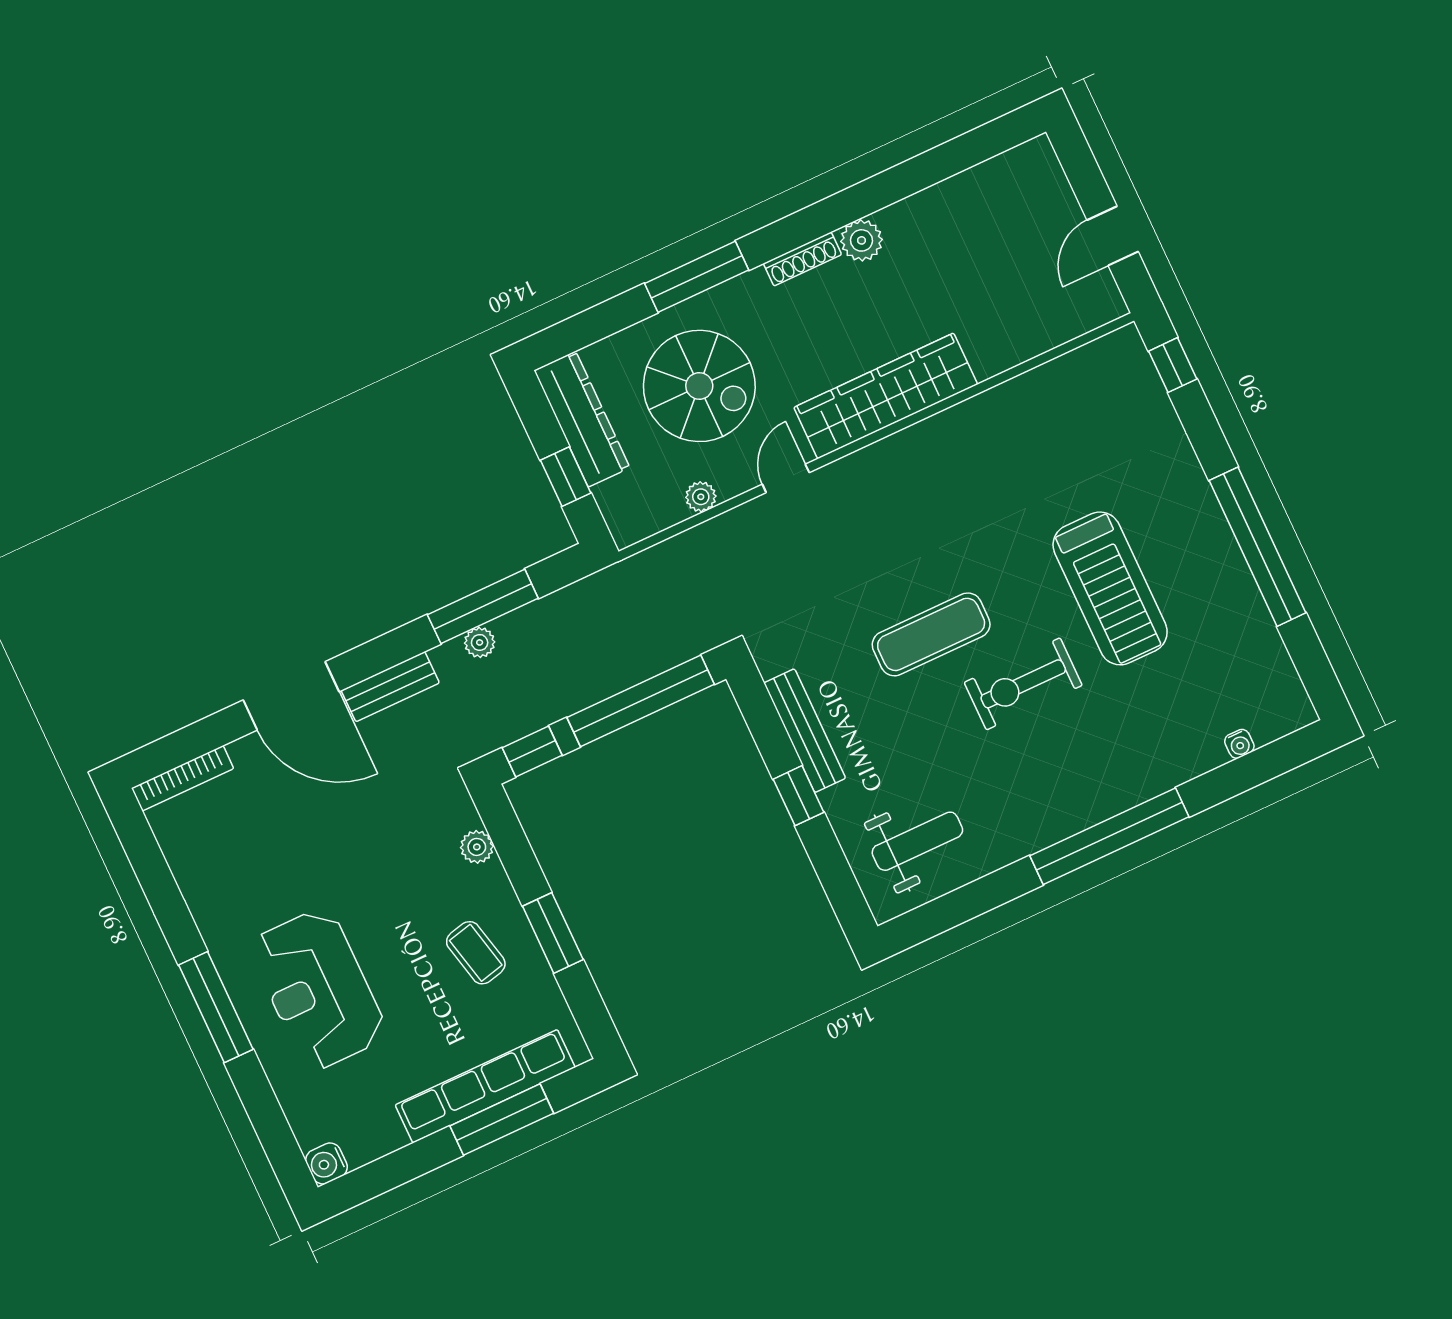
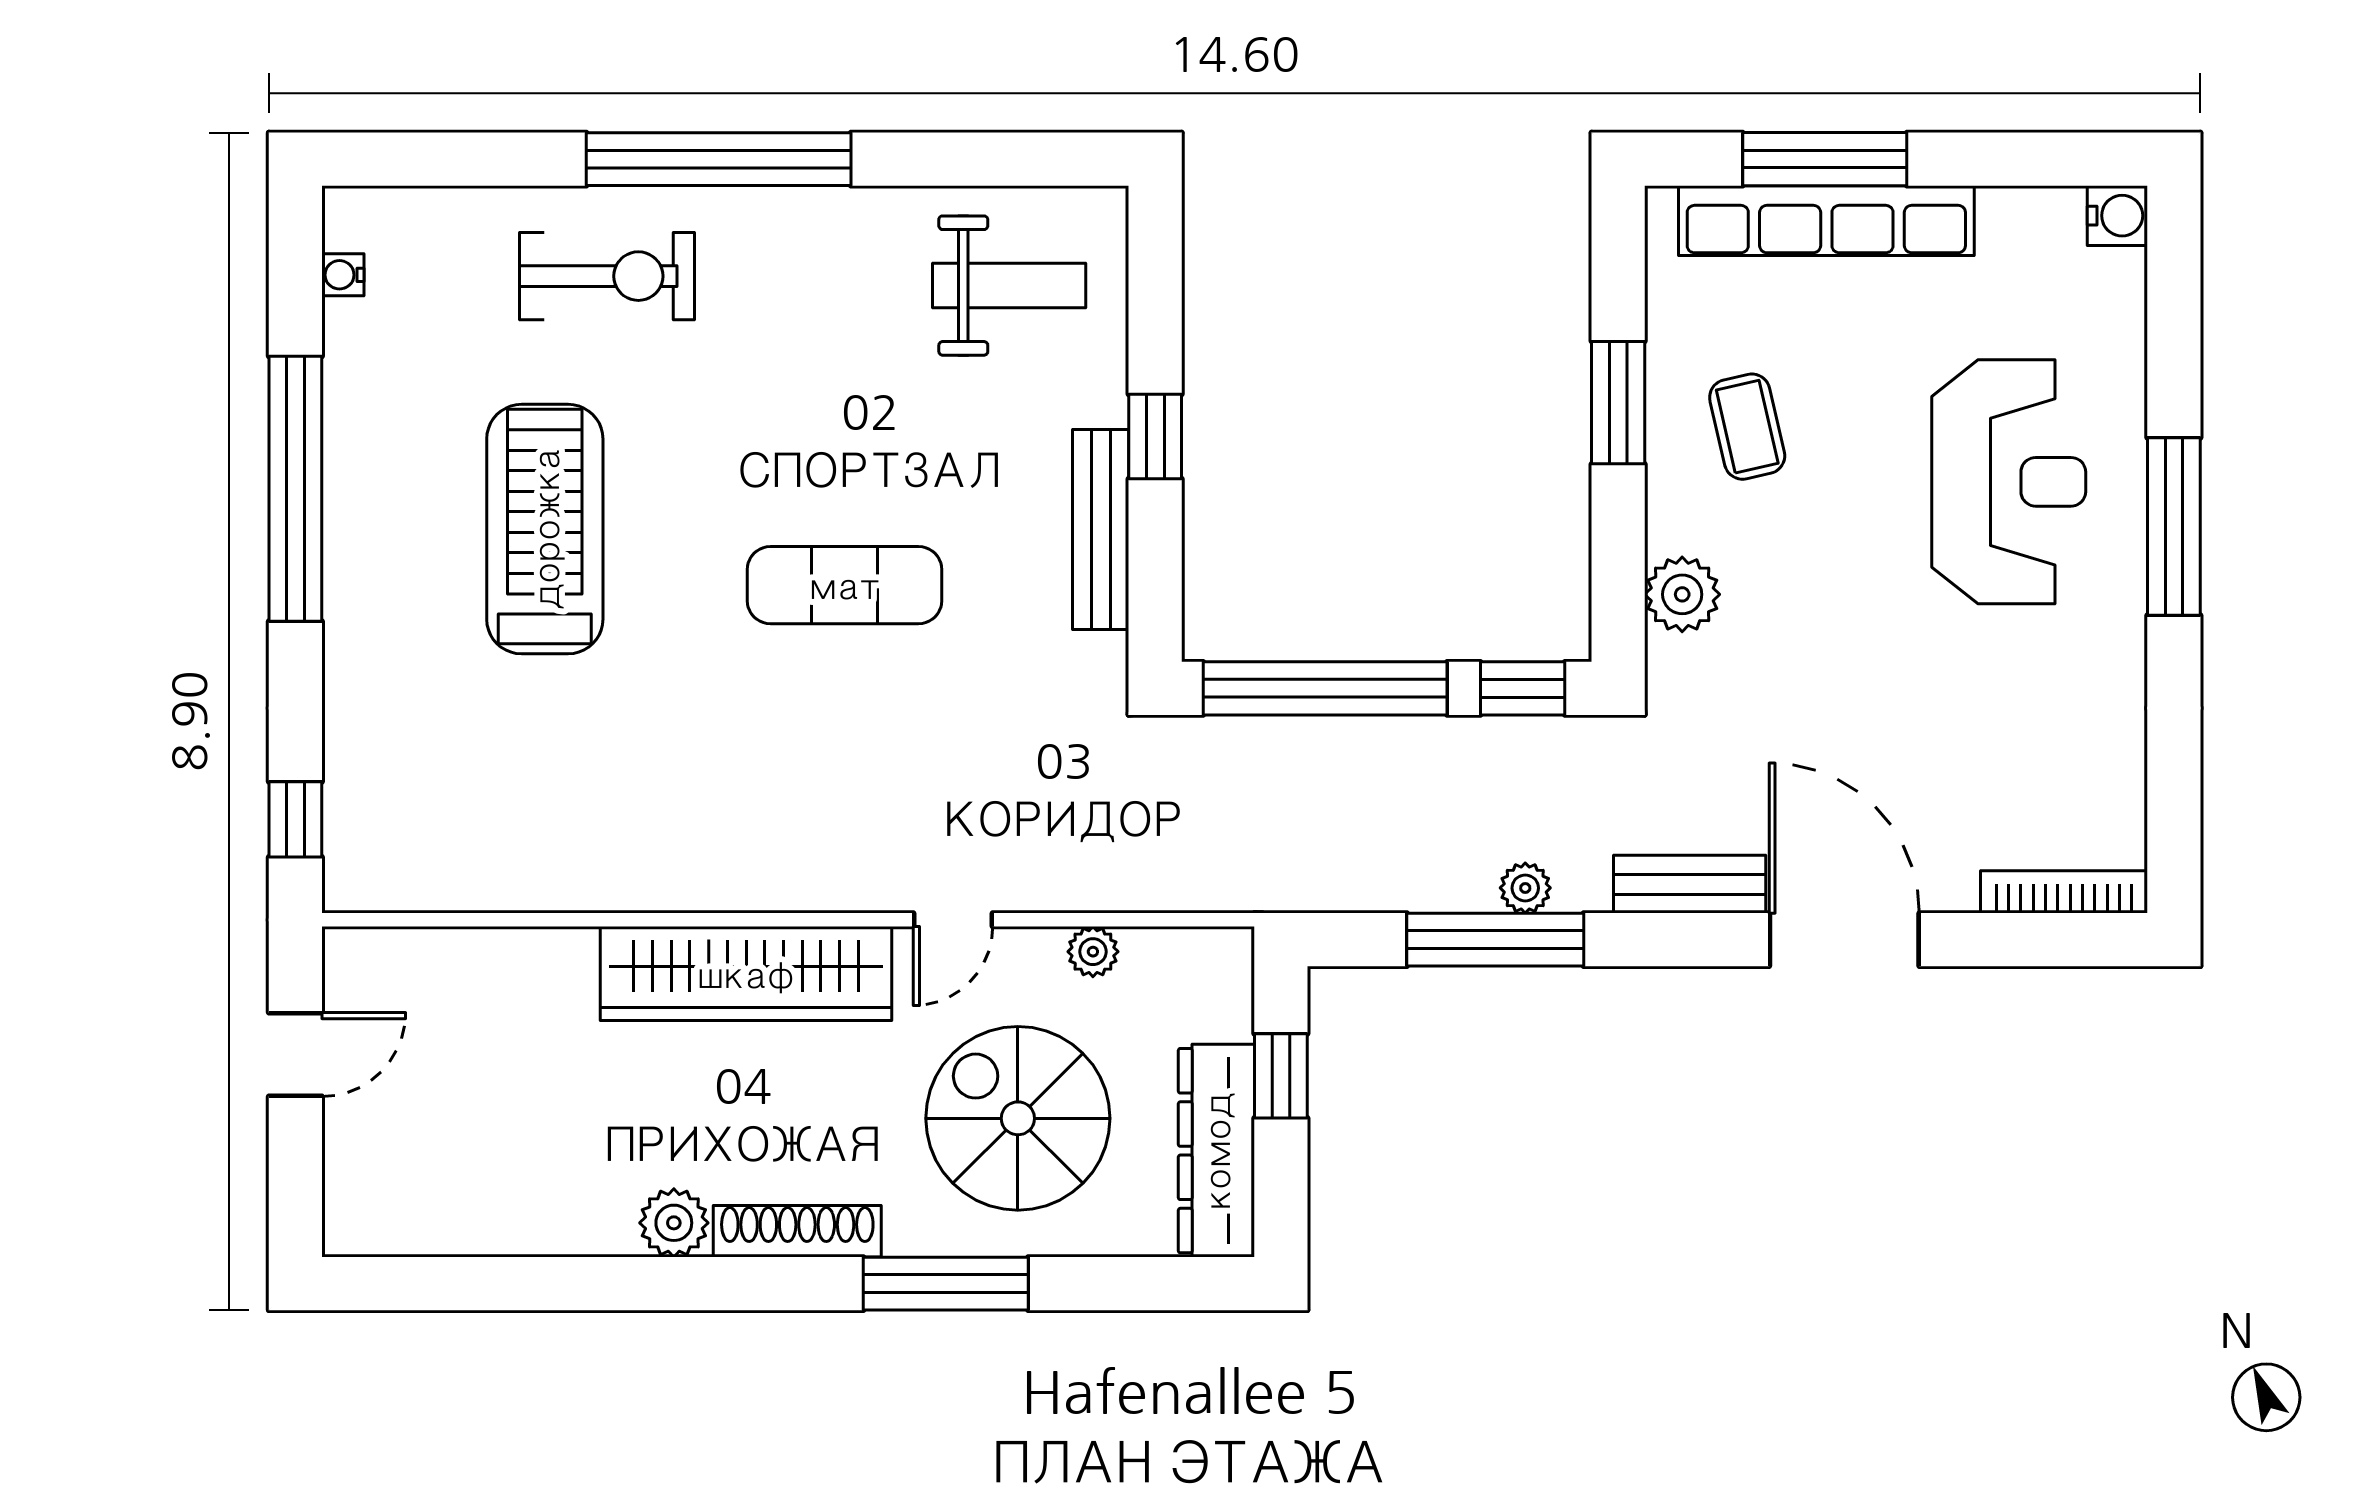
shoe rack: (802, 259) -> (797, 1231), width x1.36, depth x1.24
exercise bike: (1023, 684) -> (607, 276), moved
water cooler: (1239, 744) -> (343, 275), moved, turned -90
weight bench: (917, 841) -> (1009, 286), turned 180
plant: (477, 847) -> (1682, 594), width x1.38, depth x1.38

